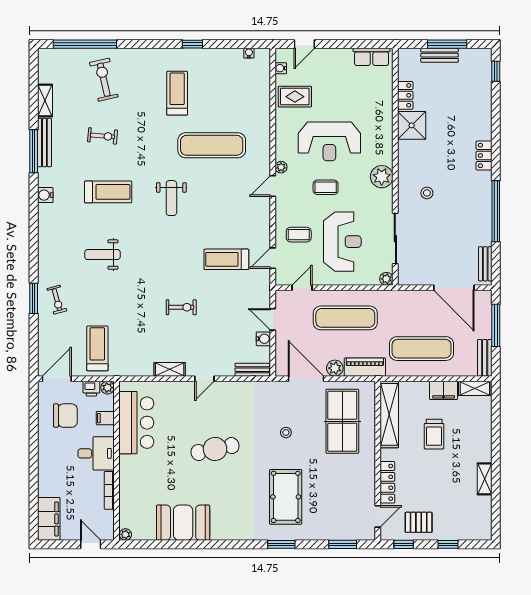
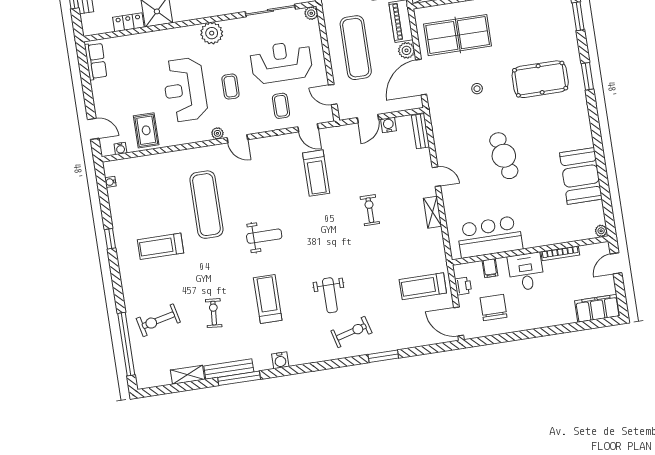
reception desk: (329, 141) -> (185, 90), turned 180
exercise bike: (57, 300) -> (351, 332), moved, width x1.38, depth x1.39
plant: (108, 388) -> (460, 270), removed

